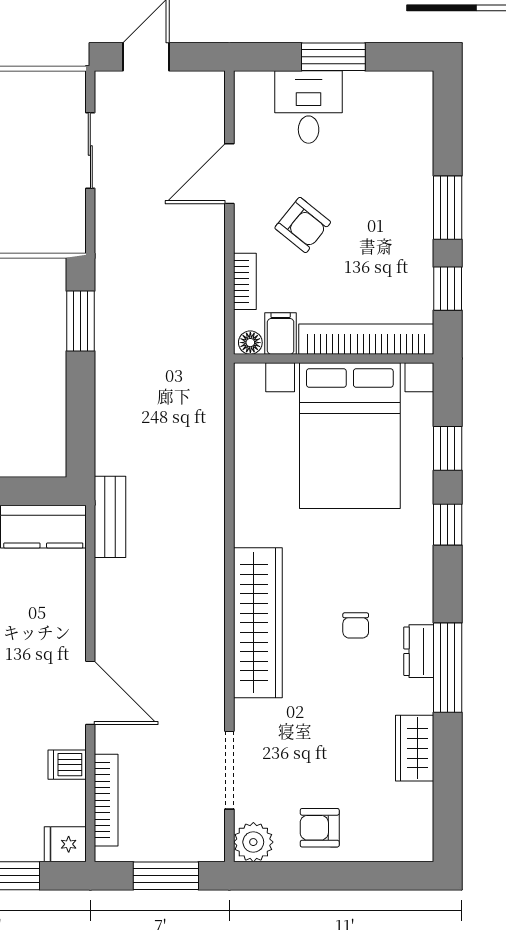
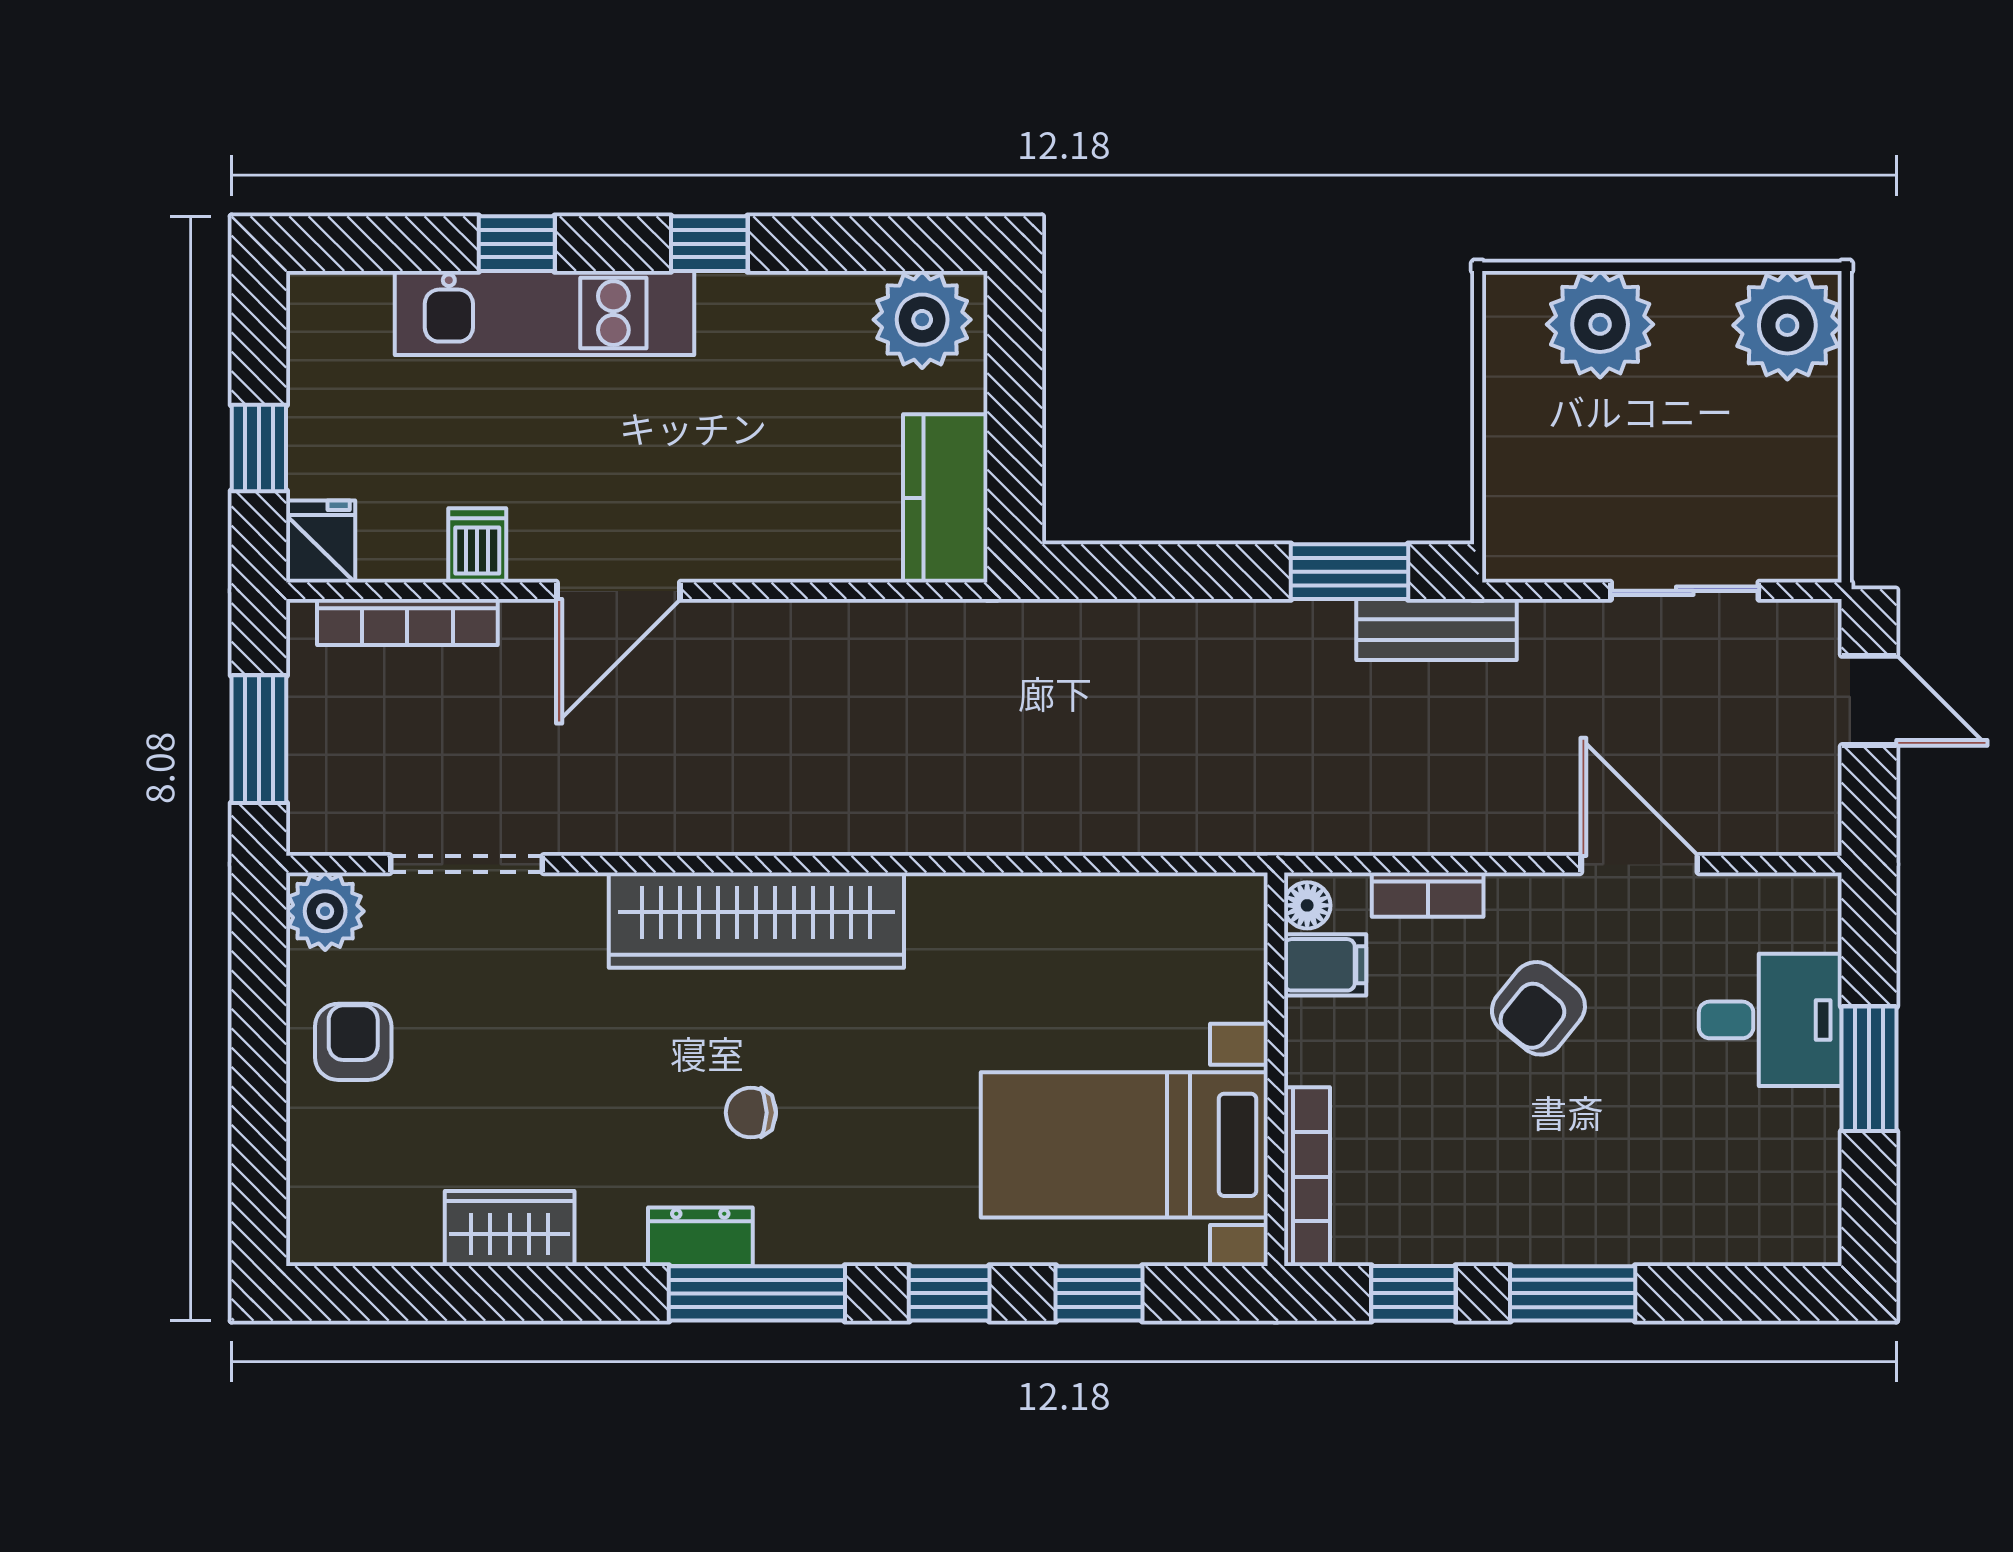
bookcase: (366, 339) -> (1307, 1177), width x0.68, depth x0.76
bed with nightstands: (350, 436) -> (1124, 1145), width x0.73
bench: (110, 517) -> (1436, 630), moved
window: (448, 668) -> (757, 1293), moved

